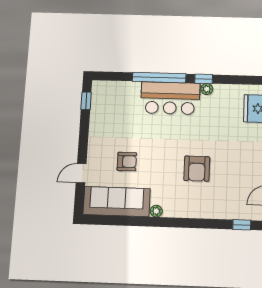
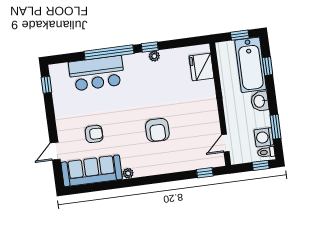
bar counter: (170, 98) -> (97, 73), moved

